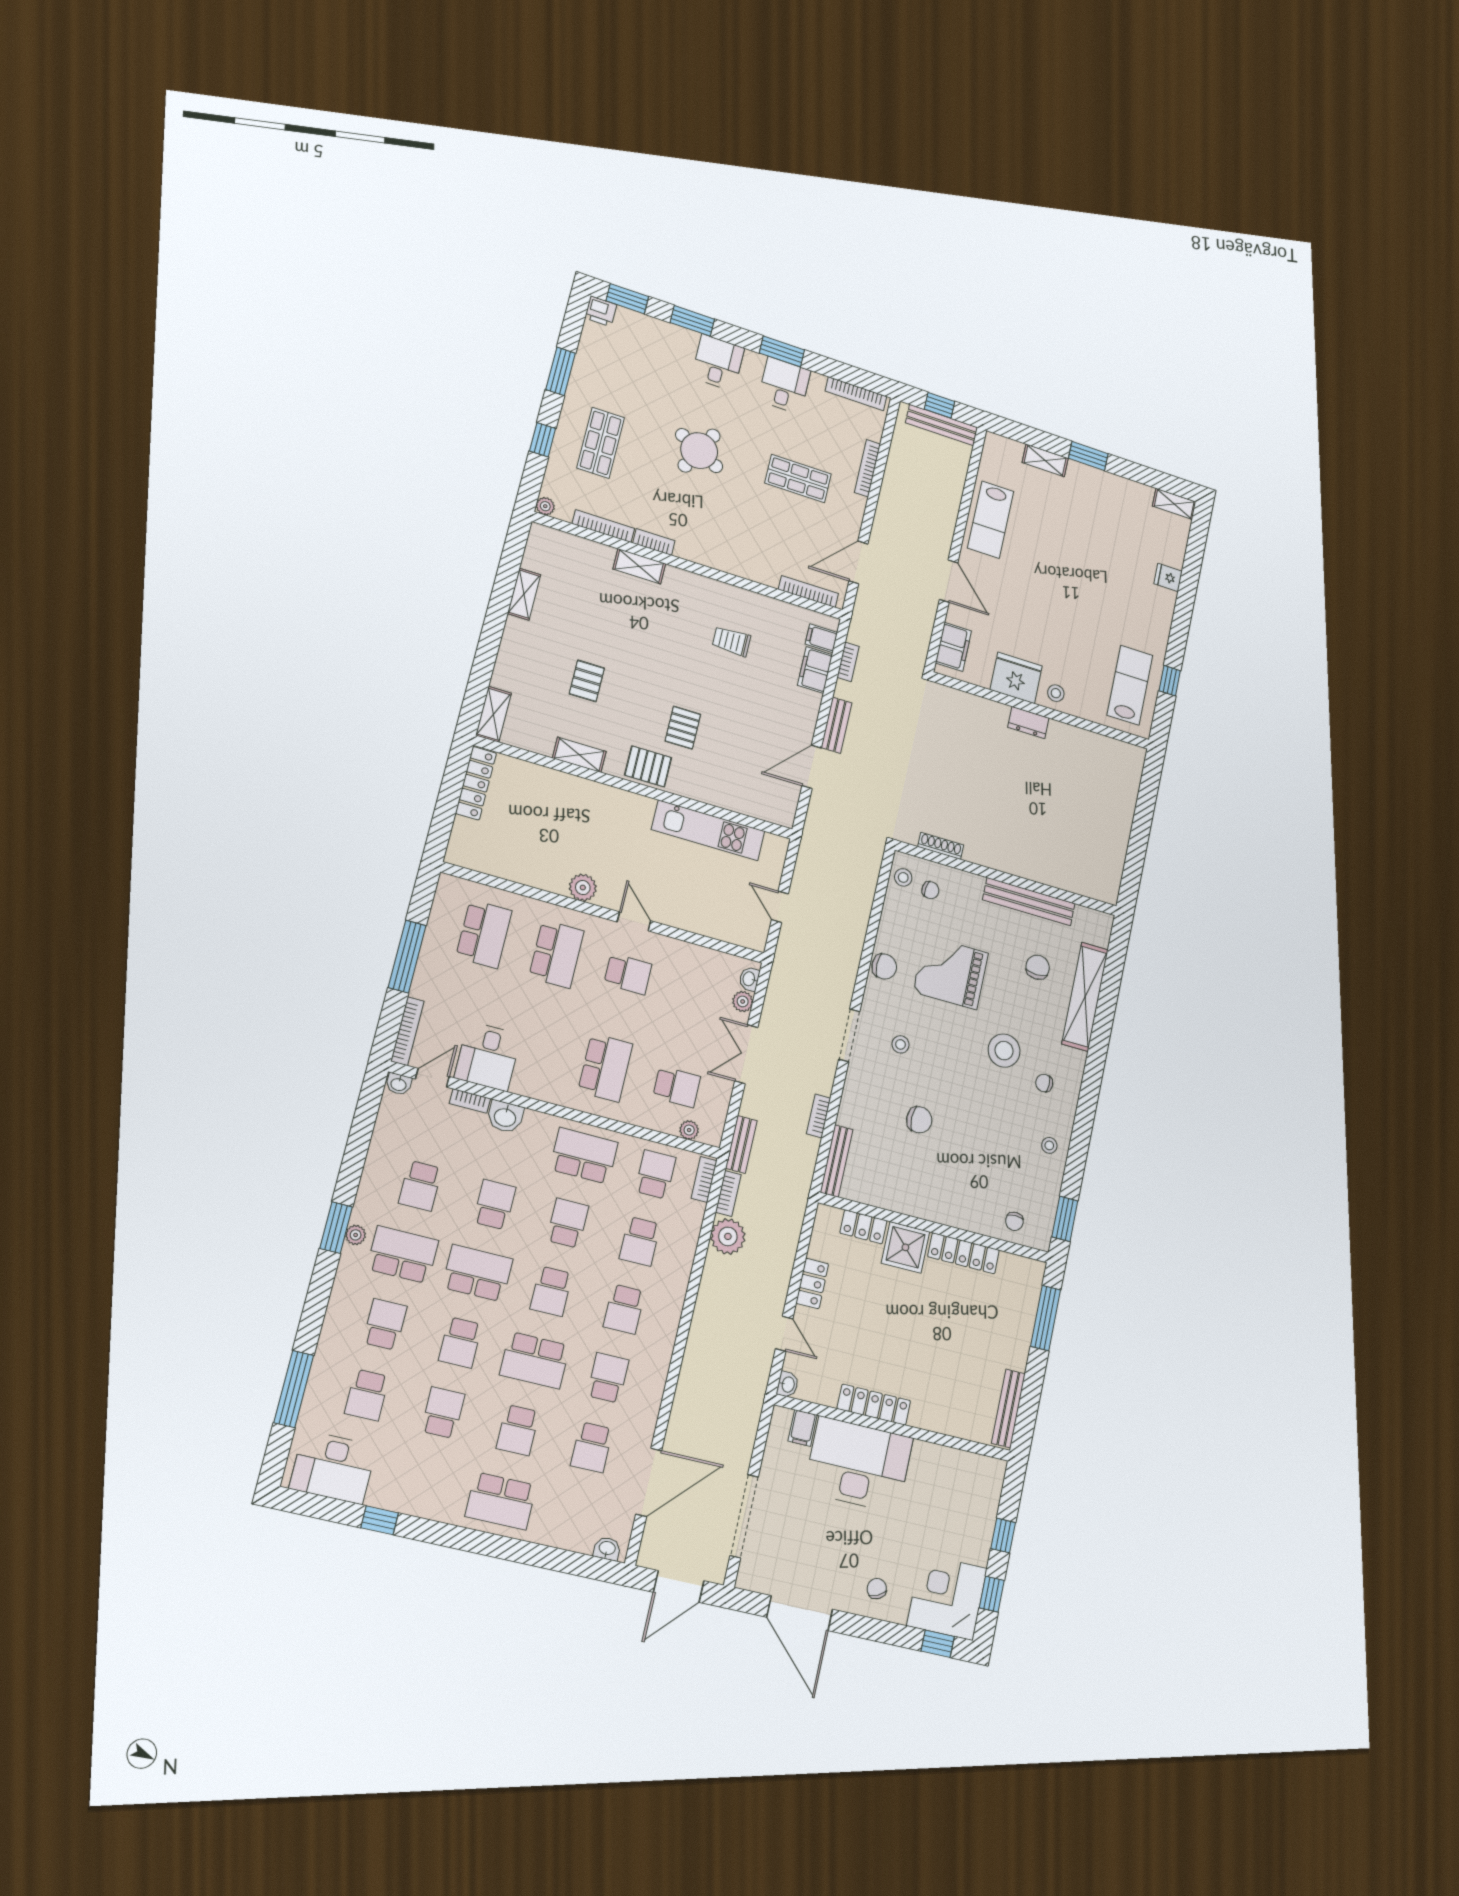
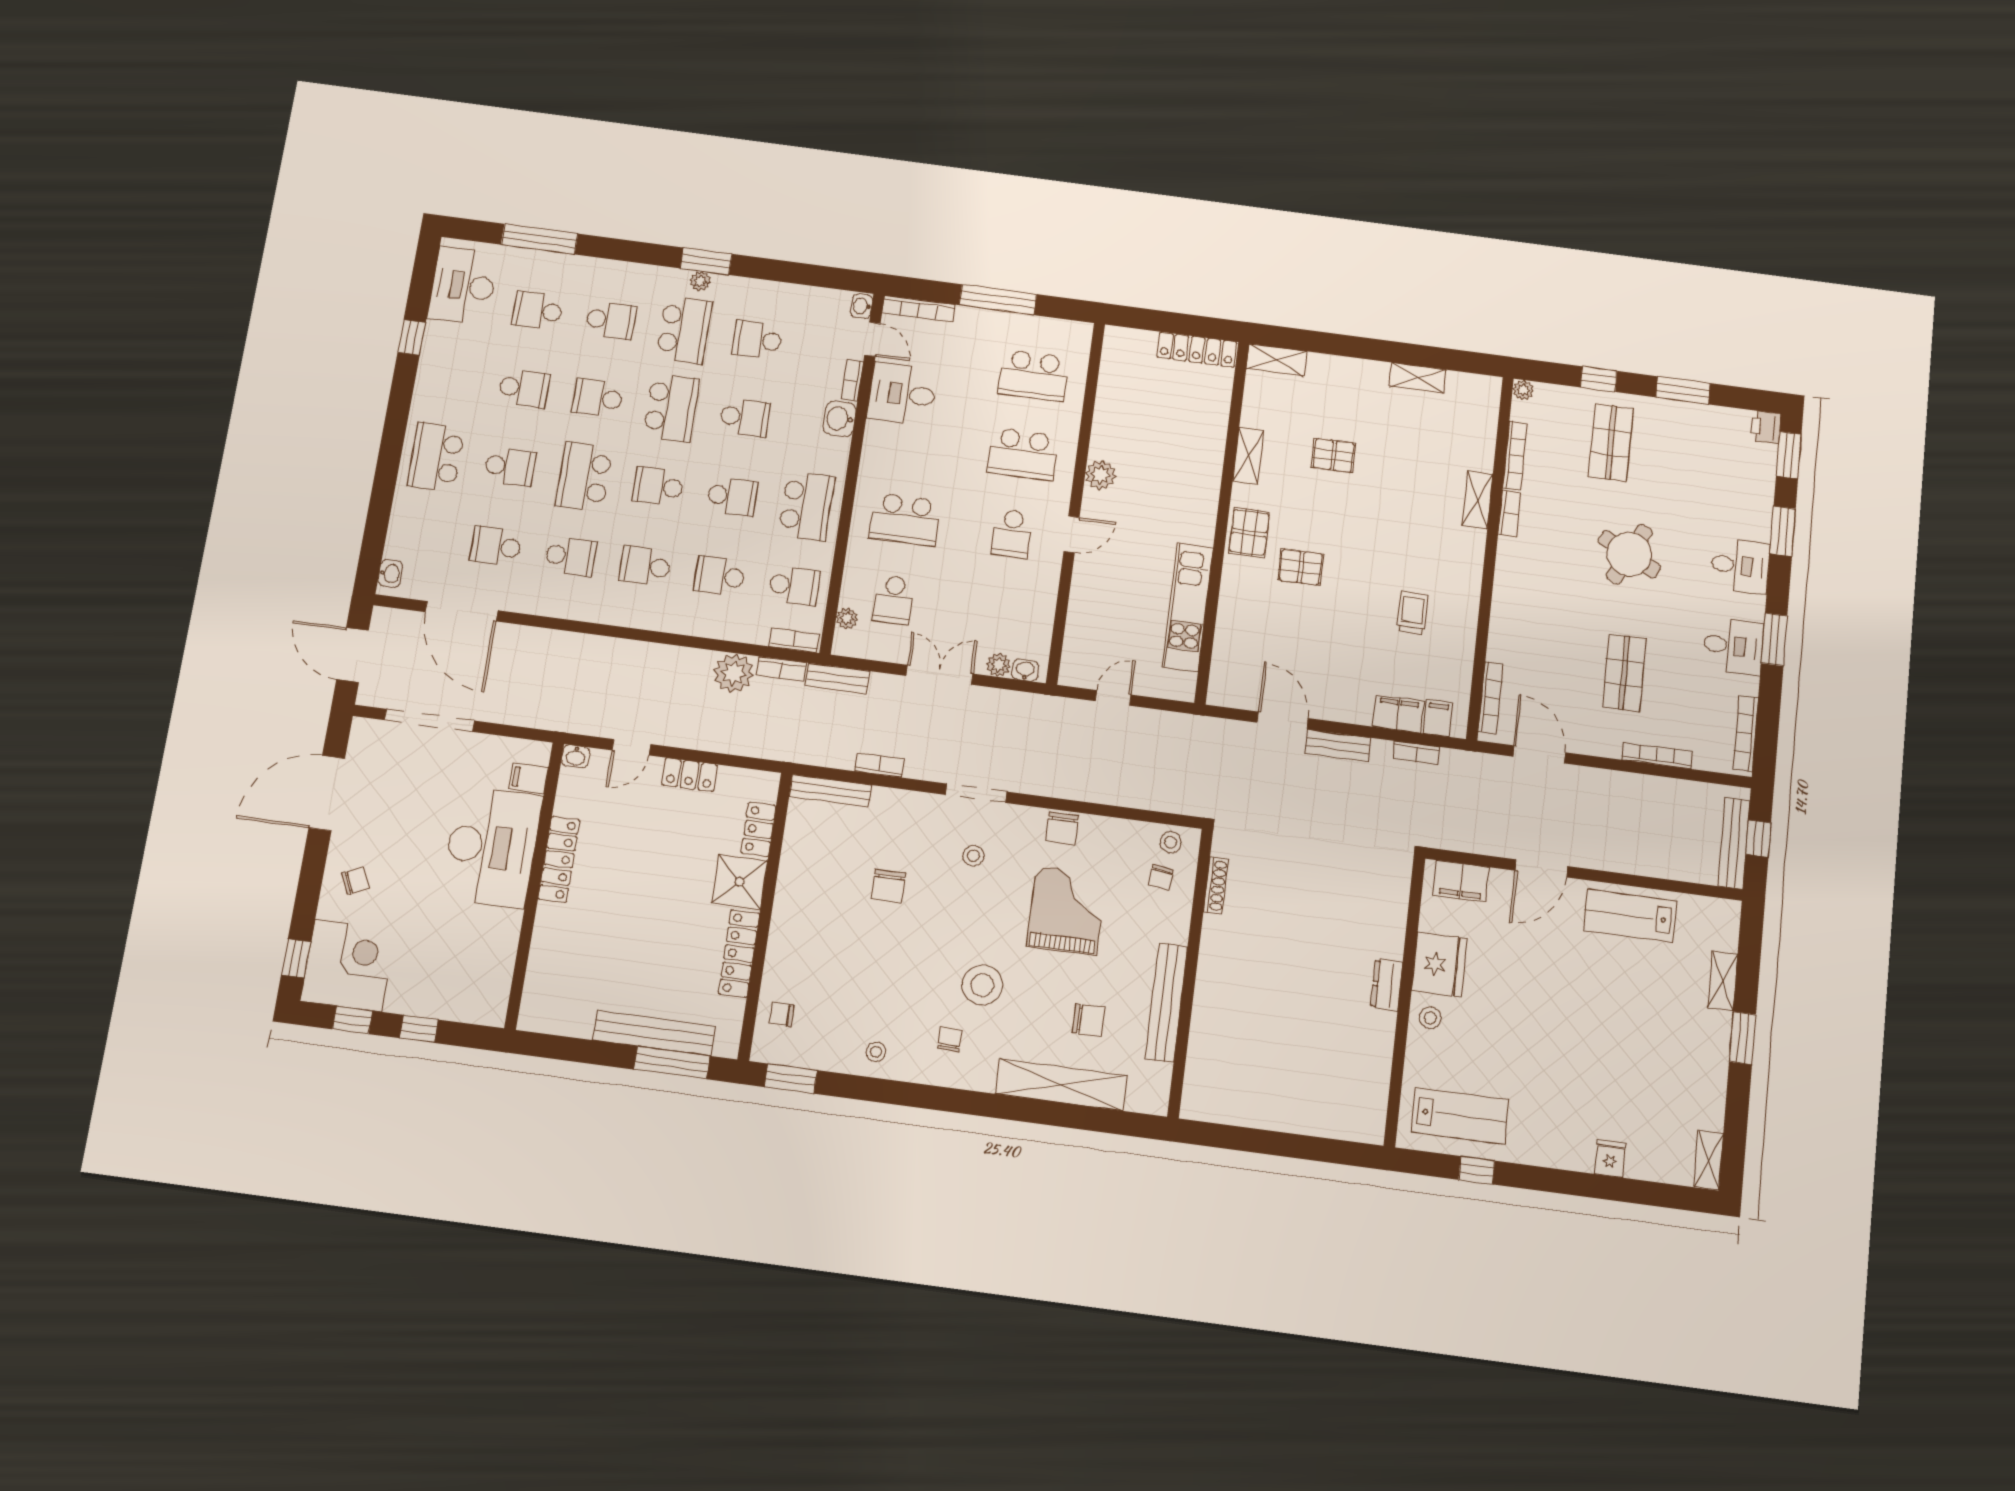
shop shelf: (601, 443) -> (1611, 443), turned 90
bench: (1008, 1408) -> (654, 1033), moved, width x1.37, depth x1.21
school desk: (518, 1430) -> (510, 467), turned 180

